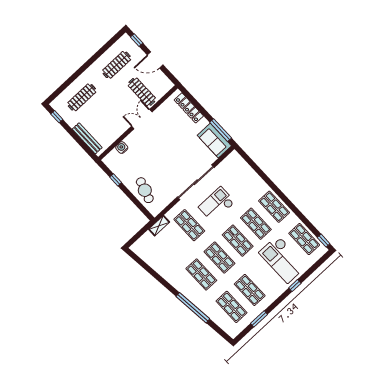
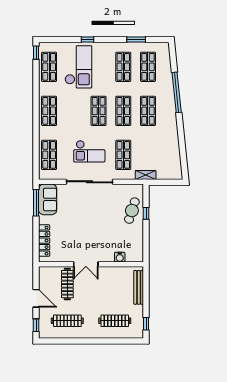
window: (116, 180) -> (146, 213), moved
shop shelf: (256, 224) -> (49, 155), moved

